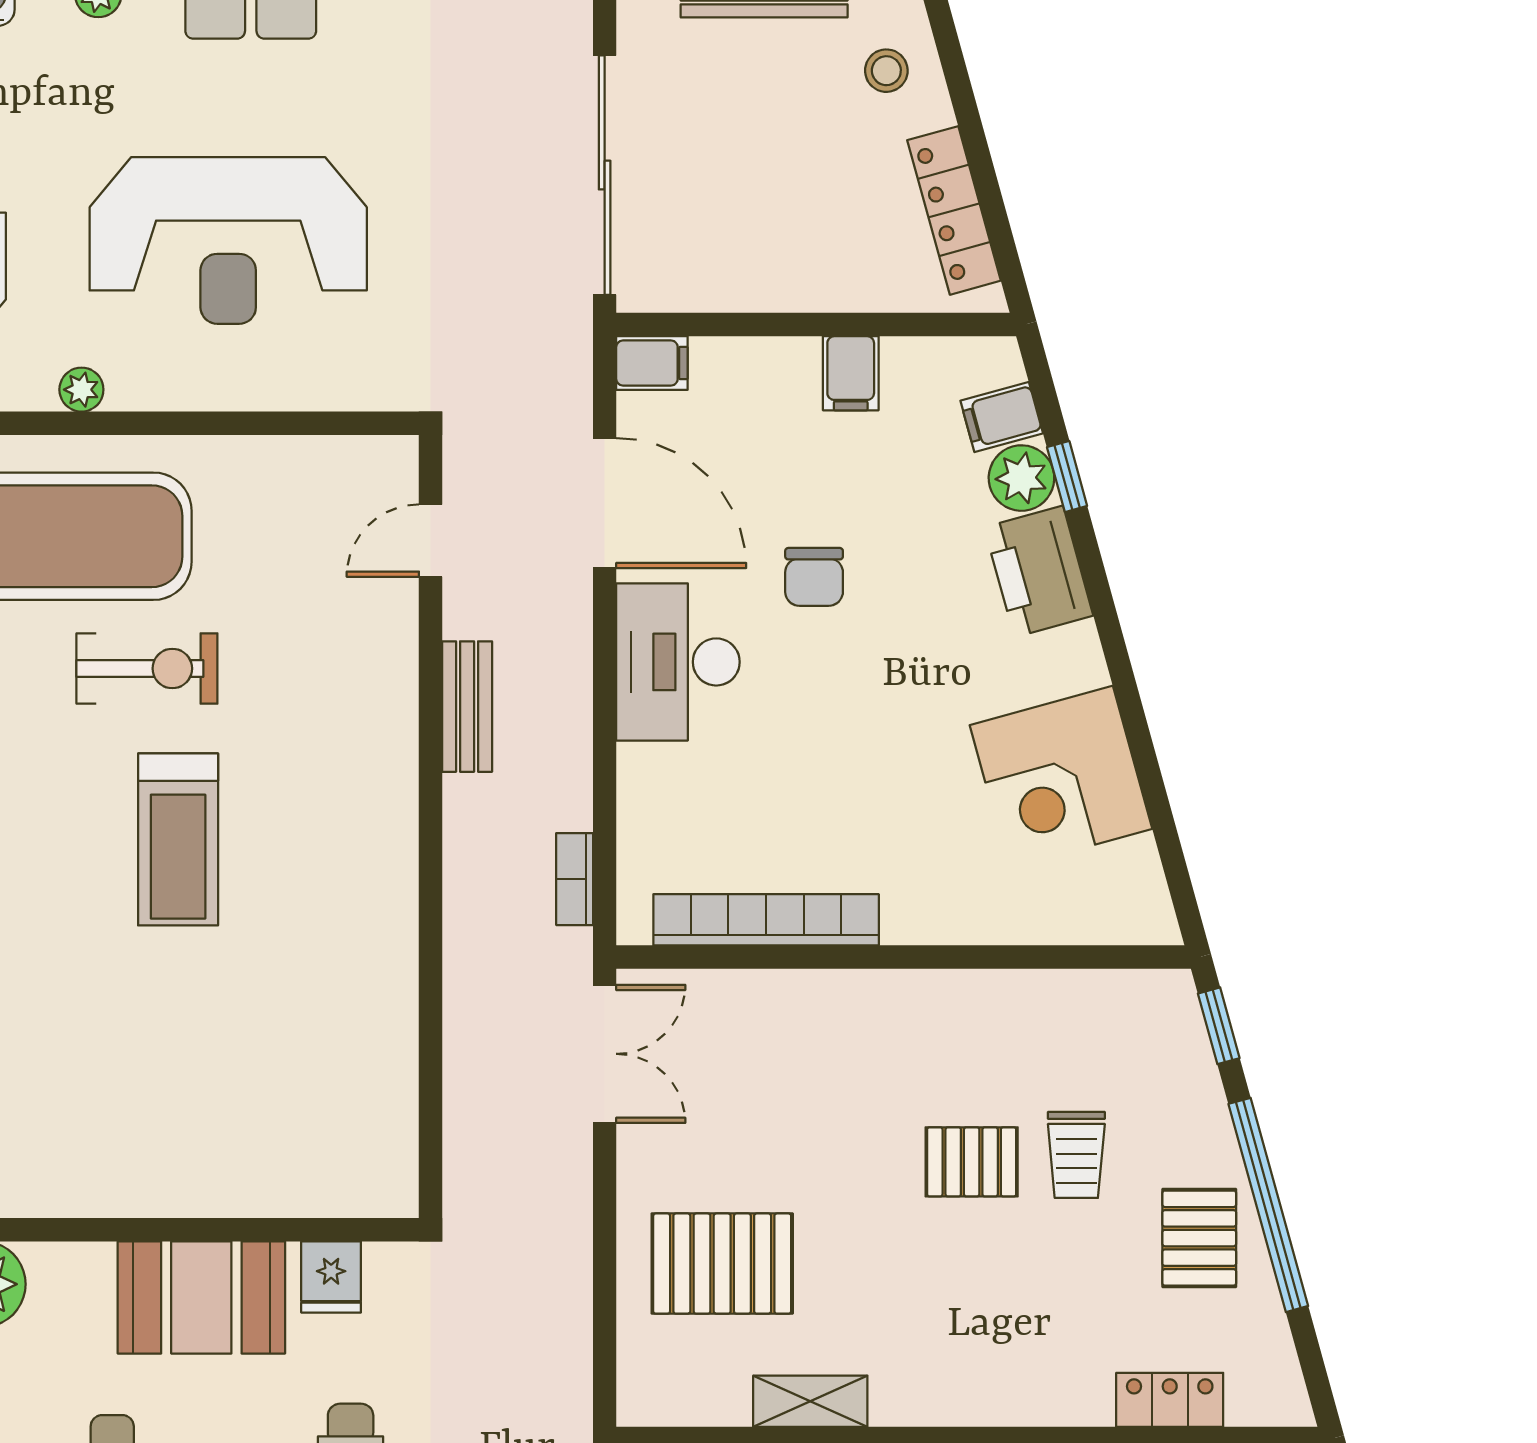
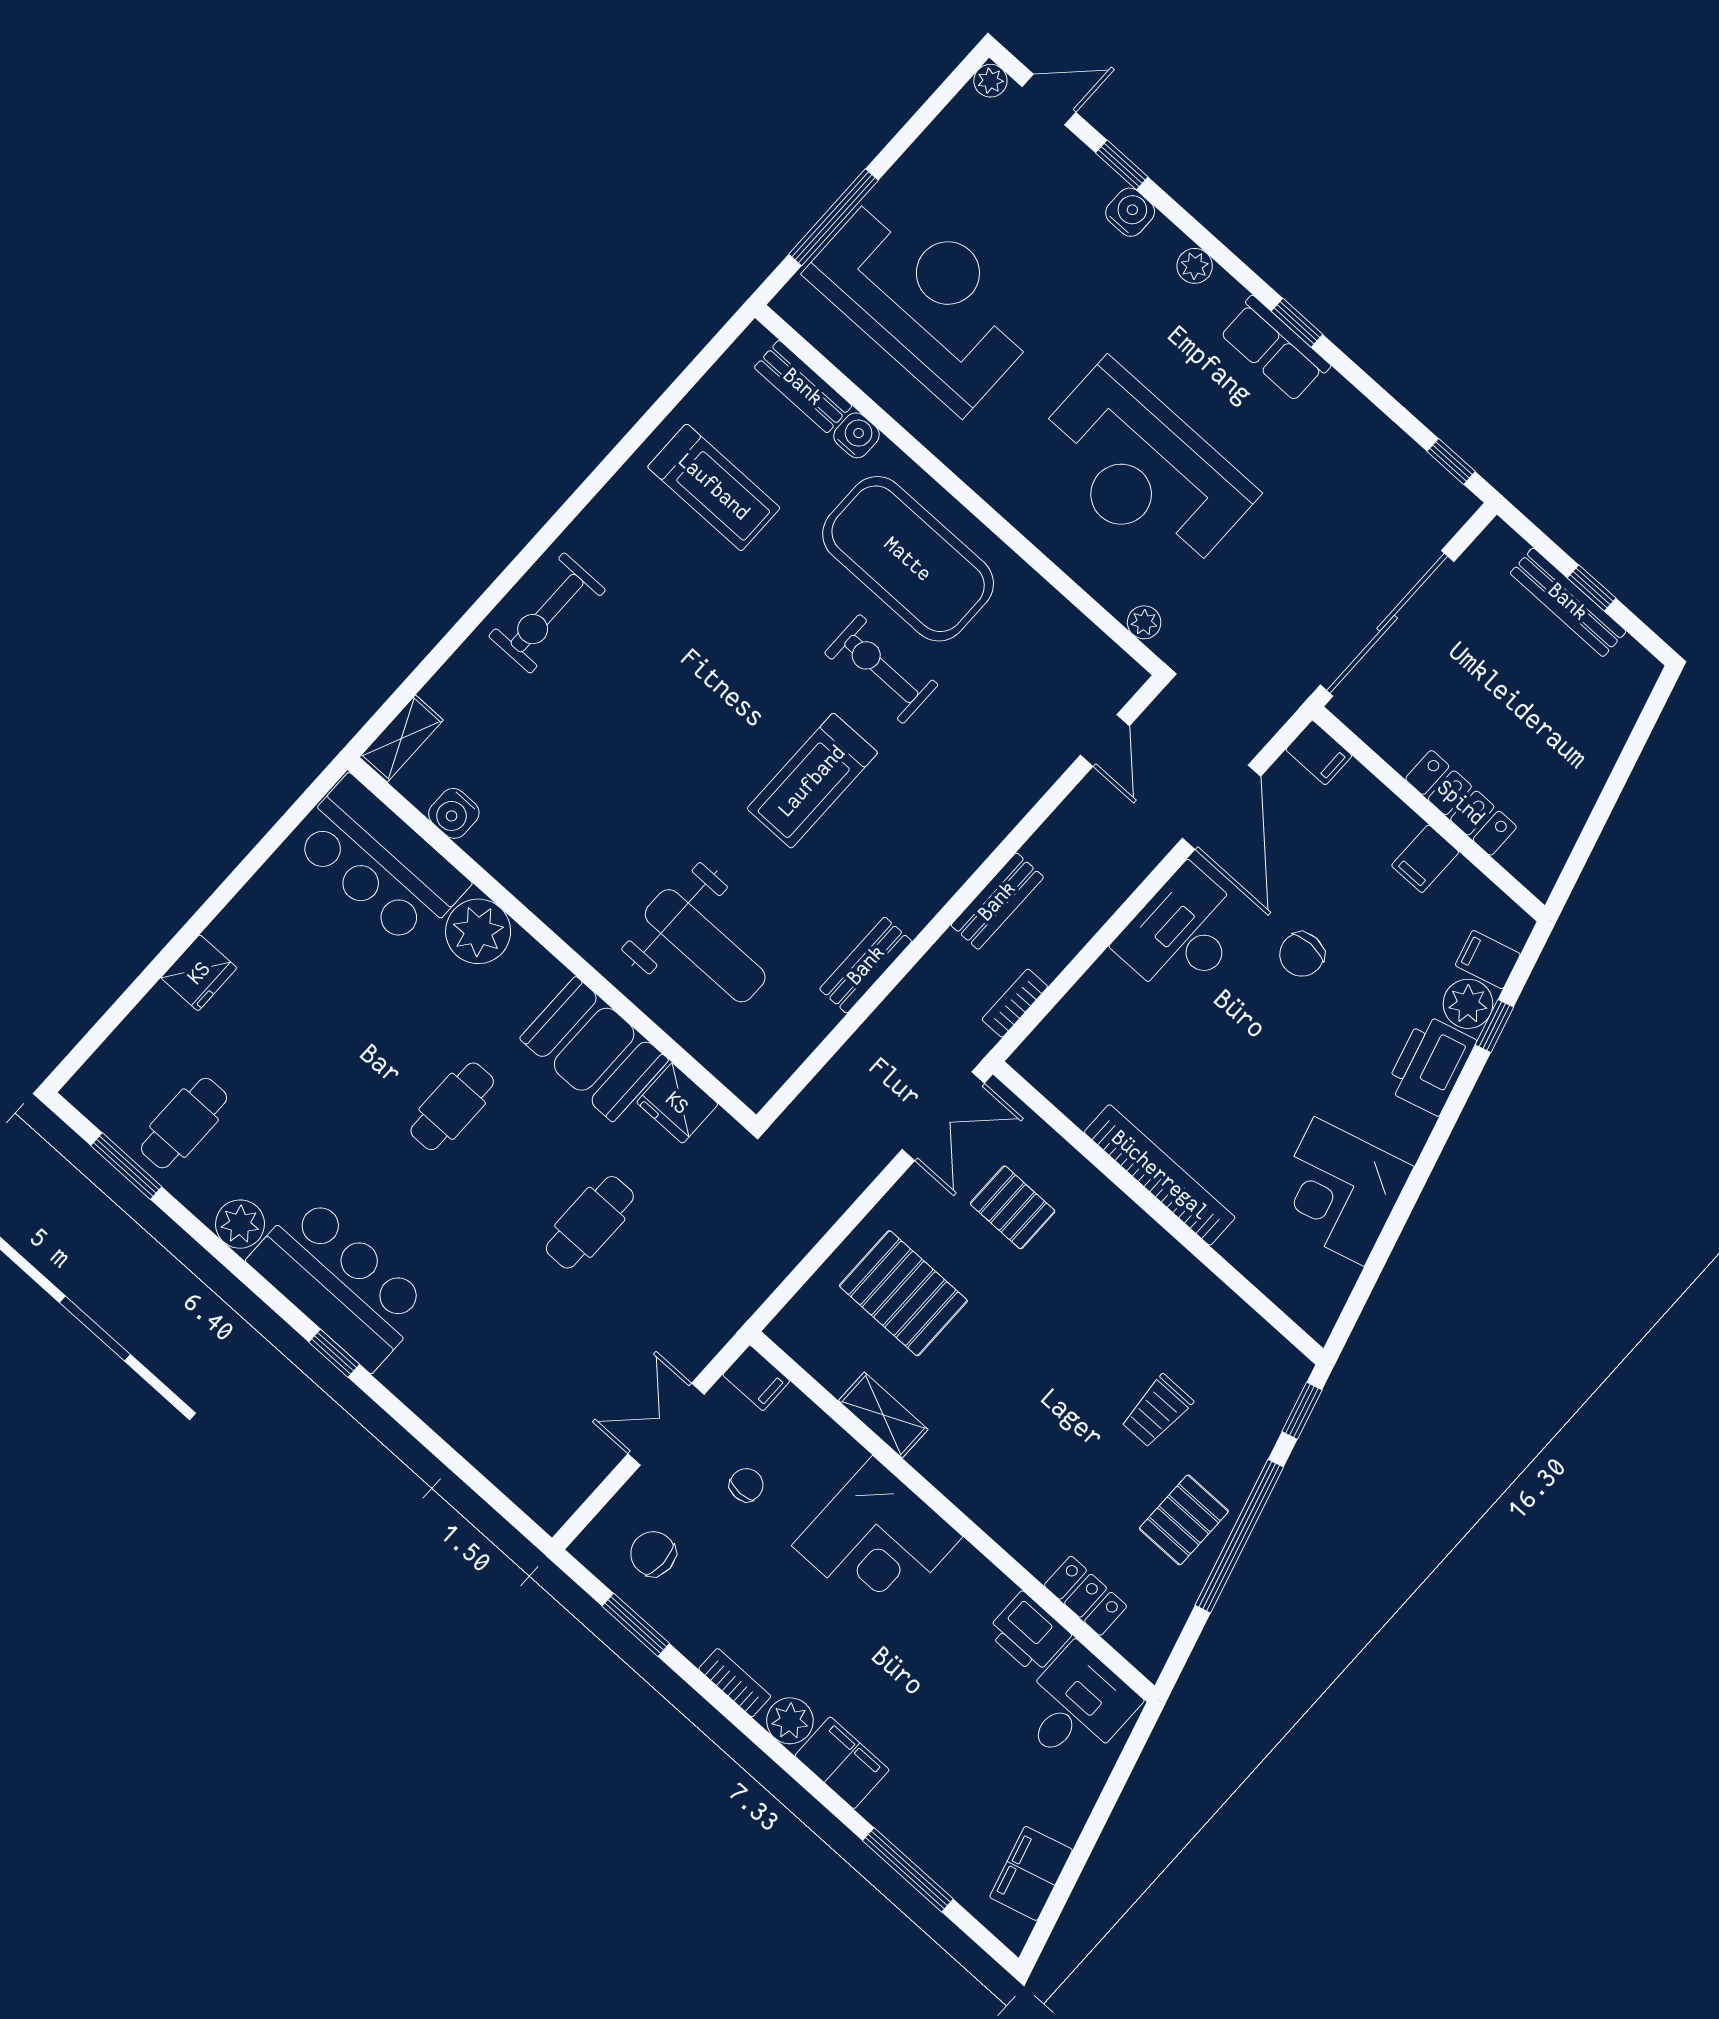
stool: (886, 71) -> (1598, 707), removed
locker: (954, 210) -> (1461, 803), moved, turned 105
plant: (81, 390) -> (1144, 622), moved
door: (431, 541) -> (1105, 740), swing flipped
exercise bike: (147, 668) -> (881, 669), turned 180
bench: (467, 707) -> (997, 901), moved
bookcase: (766, 920) -> (1160, 1175), moved
bench: (394, 974) -> (866, 965), added
weight bench: (219, 1097) -> (705, 946), added
pallet: (972, 1162) -> (1013, 1207), moved
fridge: (331, 1277) -> (677, 1103), width x1.38

